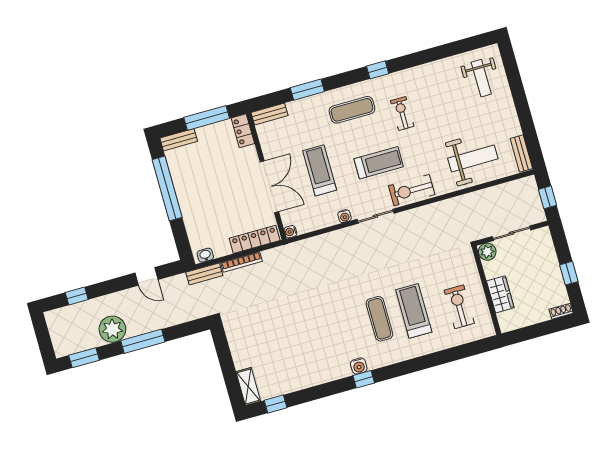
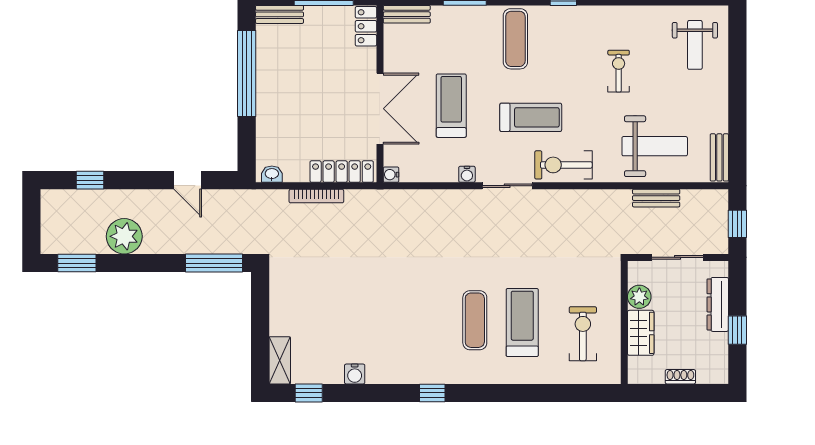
exercise mat: (352, 110) -> (515, 39), turned 90
exercise bike: (402, 113) -> (619, 71), moved
plant: (487, 252) -> (639, 297), moved
dresser: (550, 259) -> (718, 304), added
bench: (204, 274) -> (656, 198), moved
shoe rack: (561, 311) -> (680, 377), moved
window: (143, 341) -> (214, 263), moved
water cooler: (359, 366) -> (355, 374), moved

